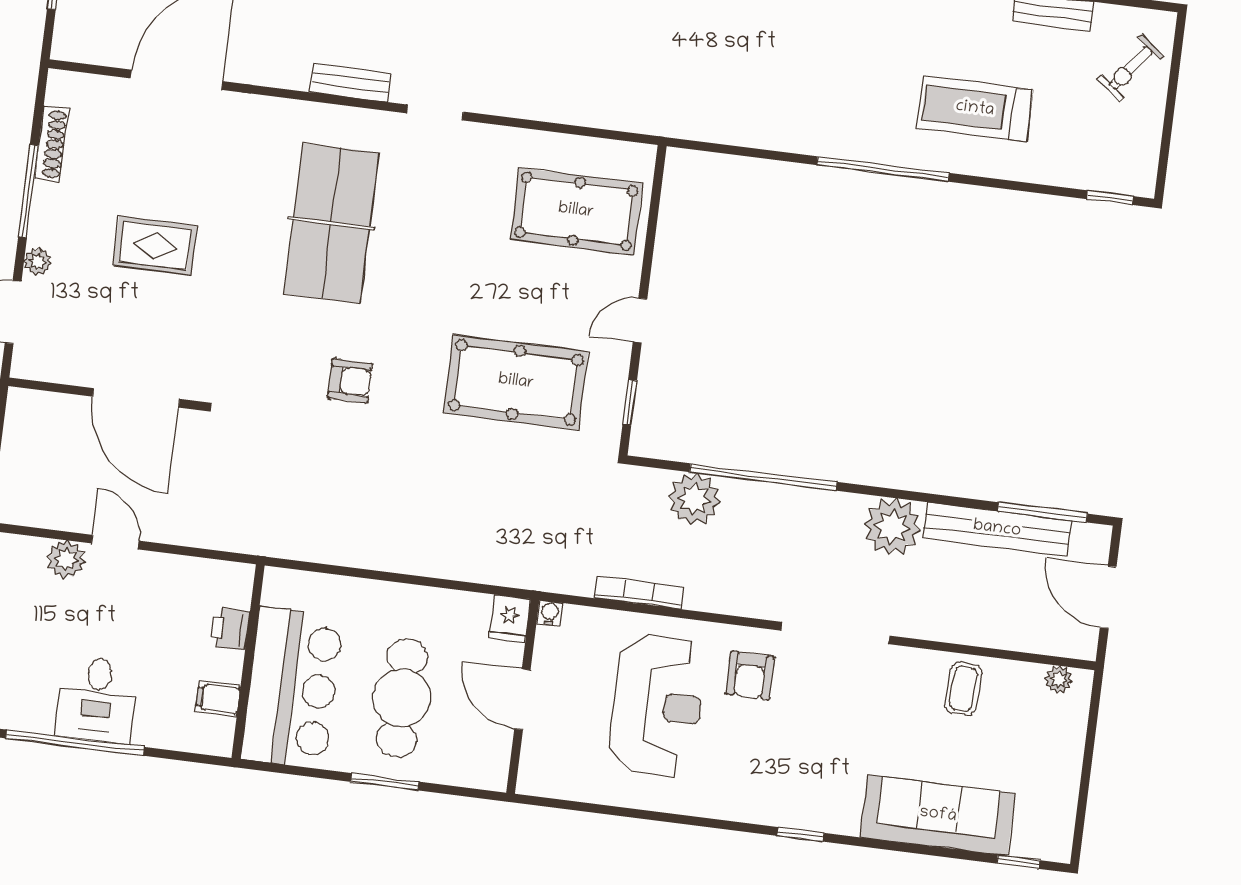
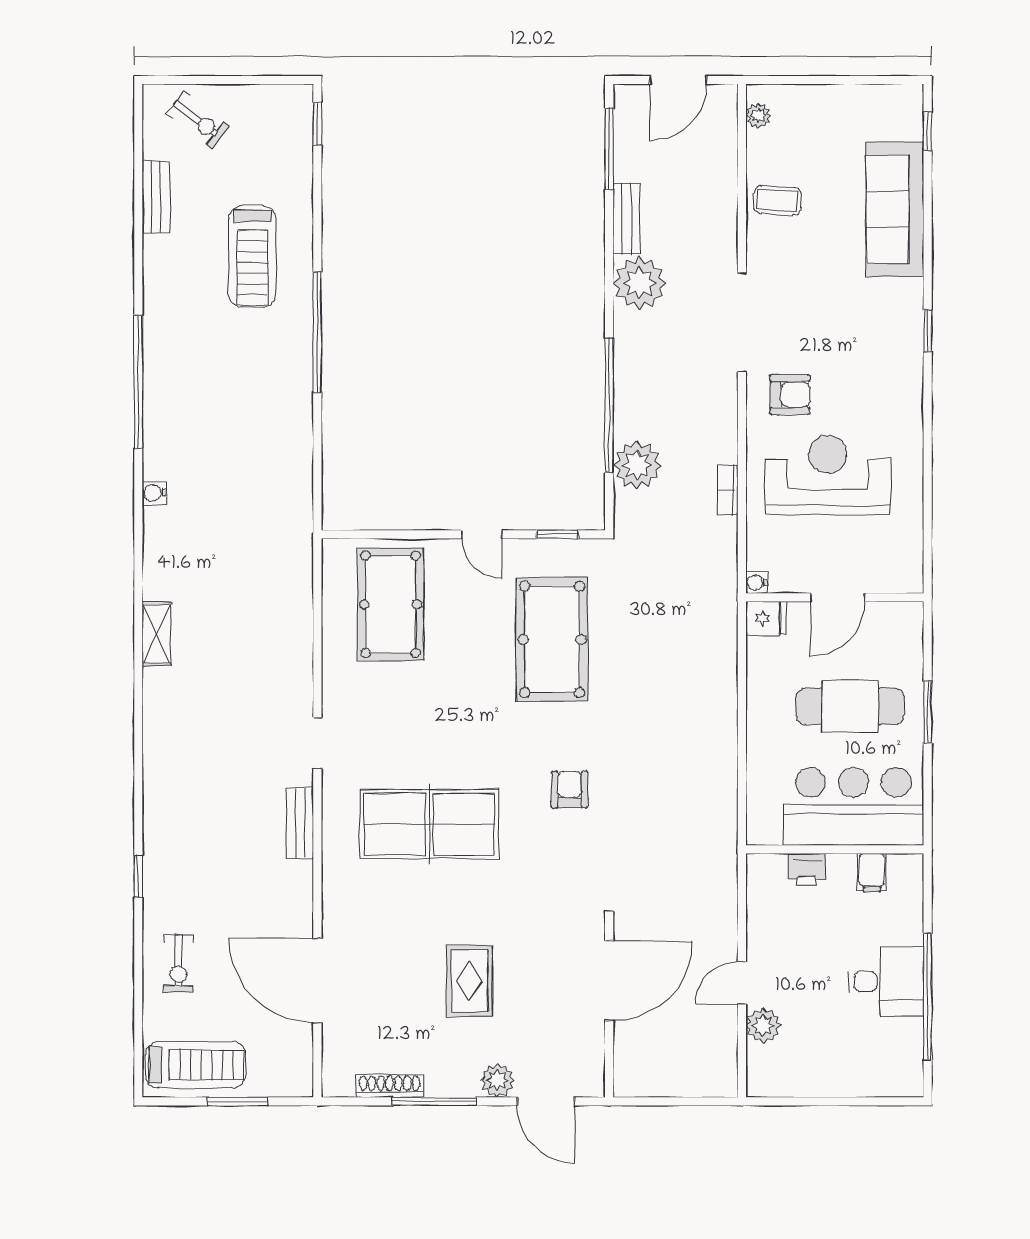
plant: (38, 262) -> (497, 1080), width x1.38, depth x1.38
bench: (997, 529) -> (627, 219), width x0.54, depth x0.82
bookcase: (639, 593) -> (728, 490), width x0.64

